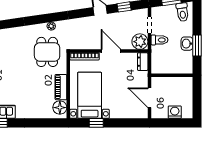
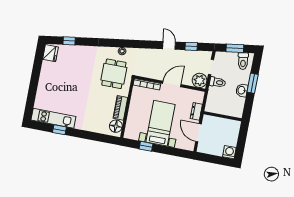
window: (197, 45) -> (253, 83), moved
door: (111, 51) -> (172, 84), hinge flipped
dresser: (143, 62) -> (196, 111), moved
bed with nightstands: (90, 95) -> (160, 123), moved
washing machine: (175, 112) -> (229, 152), moved

